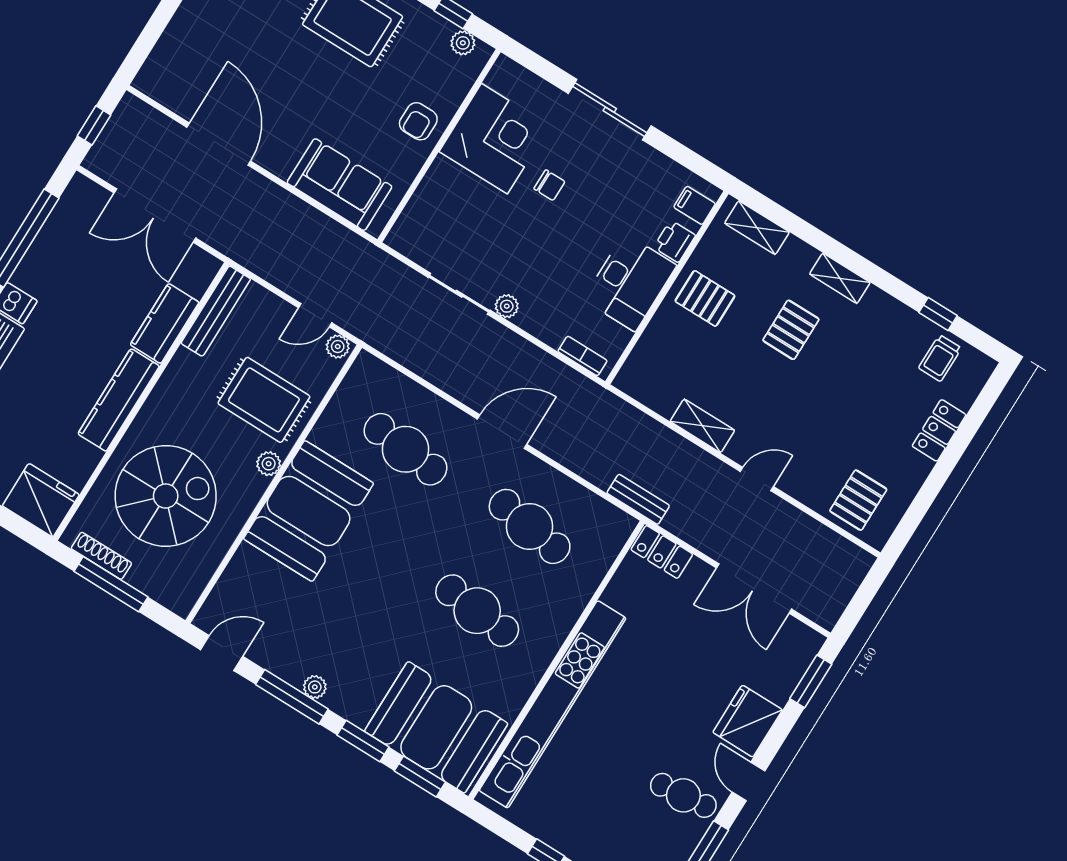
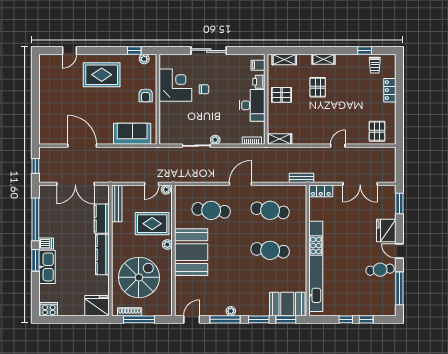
shelving: (702, 426) -> (279, 139), moved
booth: (436, 727) -> (287, 304), width x0.73, depth x0.70

